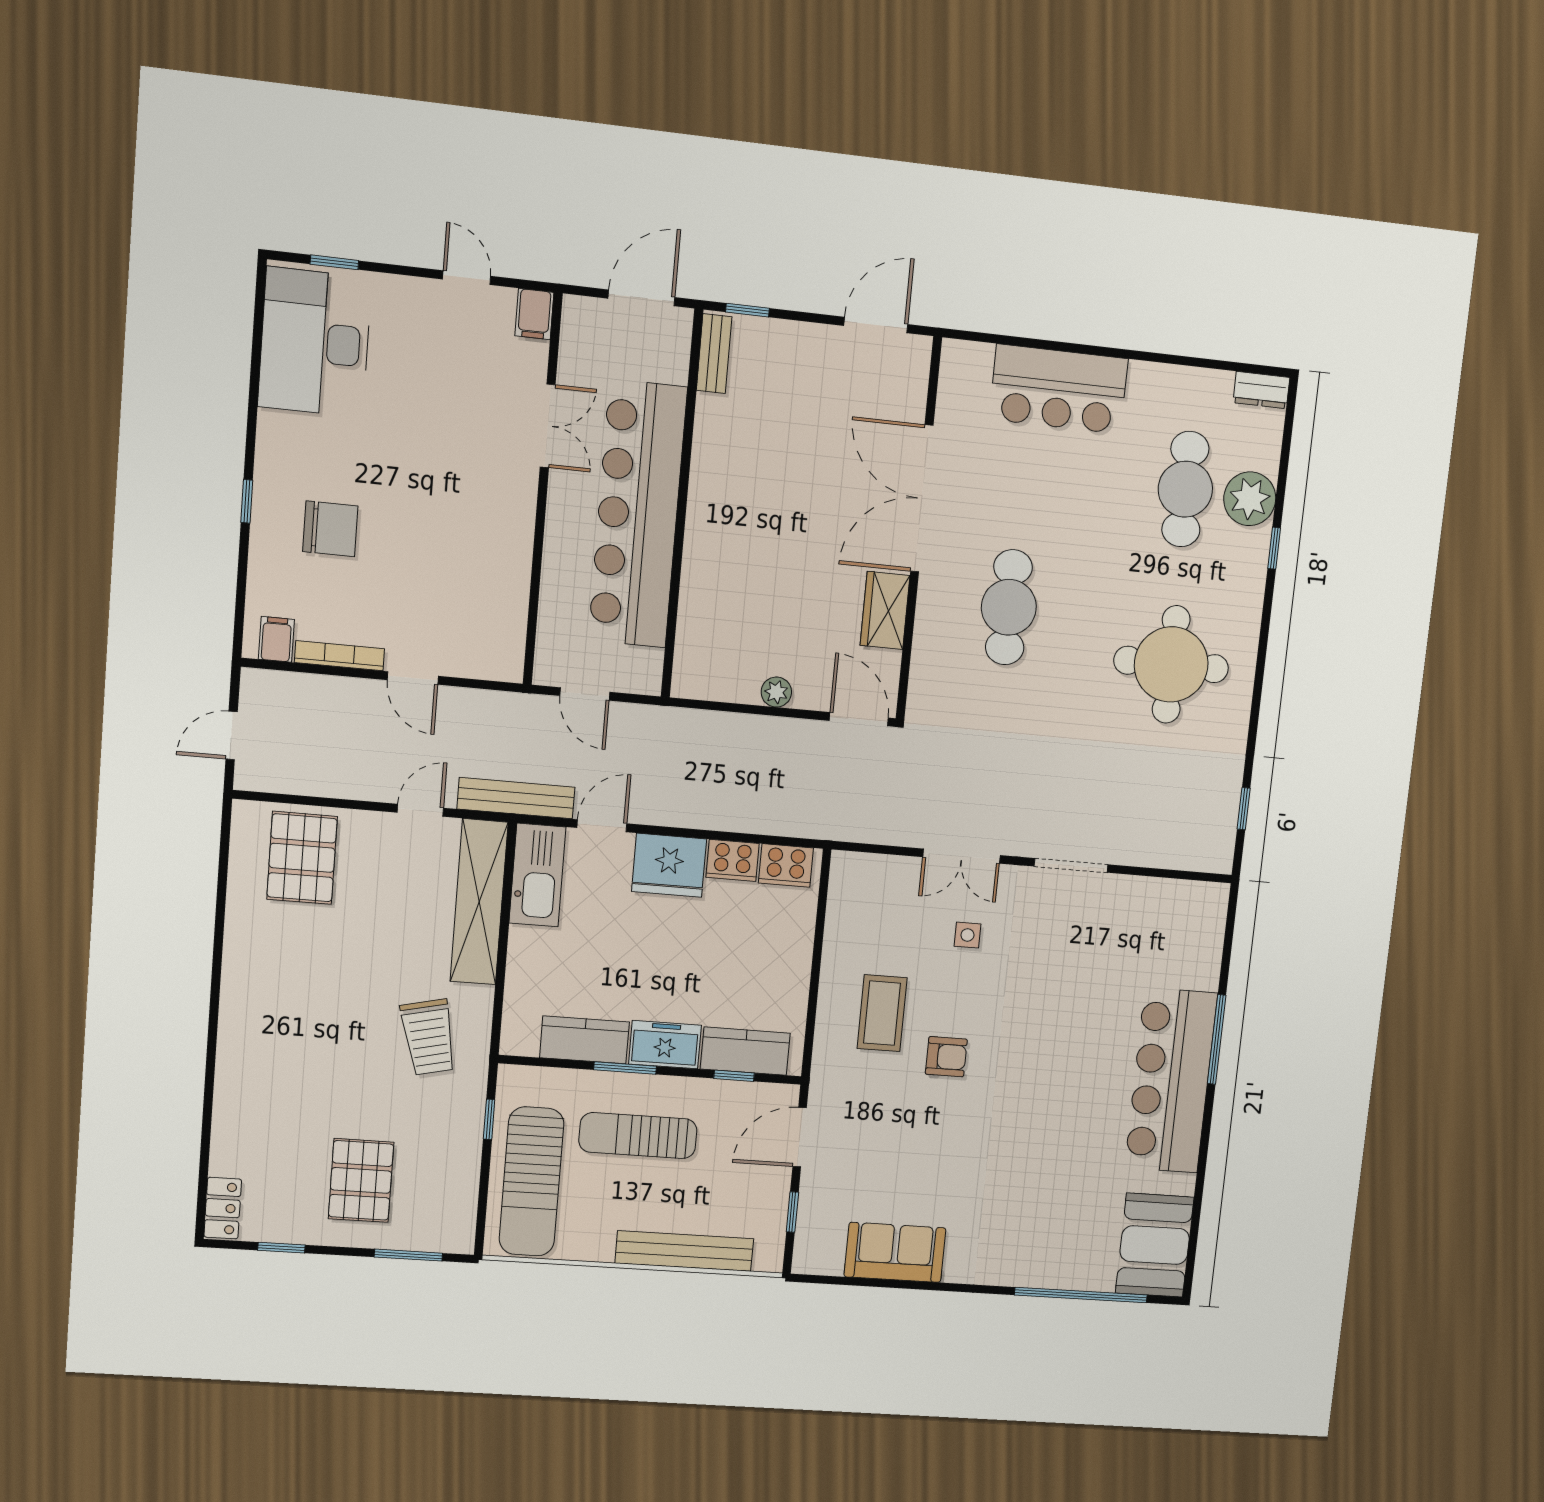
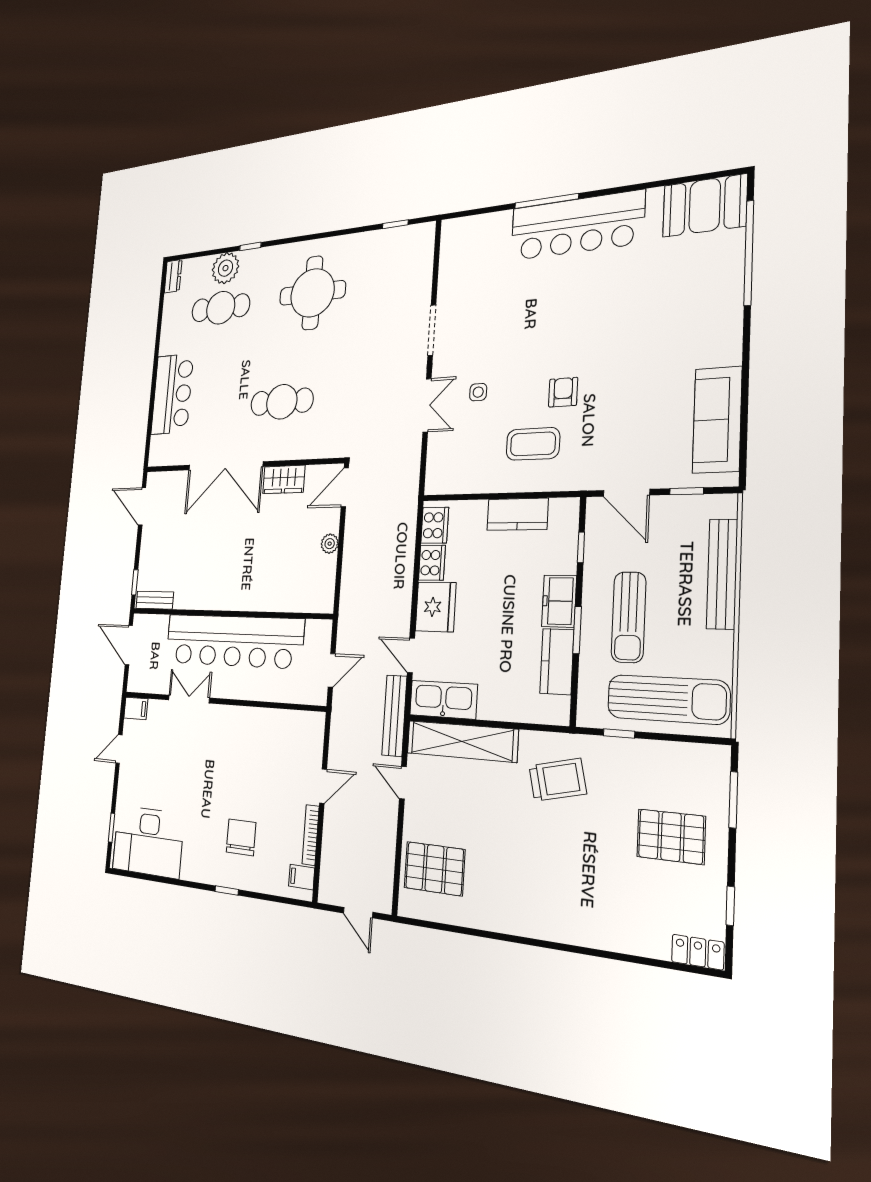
kitchen counter: (745, 1051) -> (517, 514), moved, turned -90
sofa: (895, 1252) -> (717, 420), width x1.36

